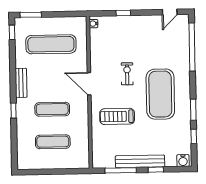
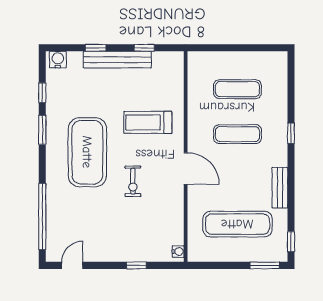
bench: (21, 83) -> (280, 188), moved
treadmill: (117, 116) -> (148, 122), turned 180
window: (121, 170) -> (144, 48), width x0.46

